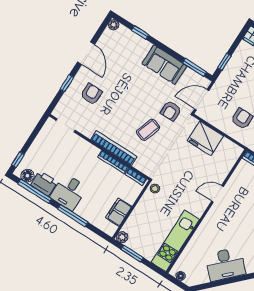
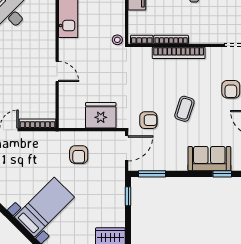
sofa: (164, 65) -> (209, 159), moved
armchair: (171, 111) -> (148, 120), turned 90
coffee table: (148, 130) -> (184, 109), moved
door: (217, 194) -> (57, 71), hinge flipped

